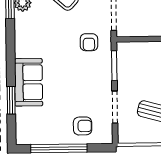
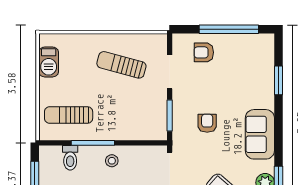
armchair: (89, 42) -> (207, 123), moved
sofa: (29, 82) -> (260, 134), moved

